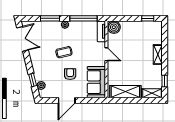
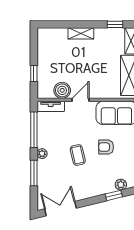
window: (148, 18) -> (34, 74), moved
boiler: (114, 27) -> (62, 90), moved

